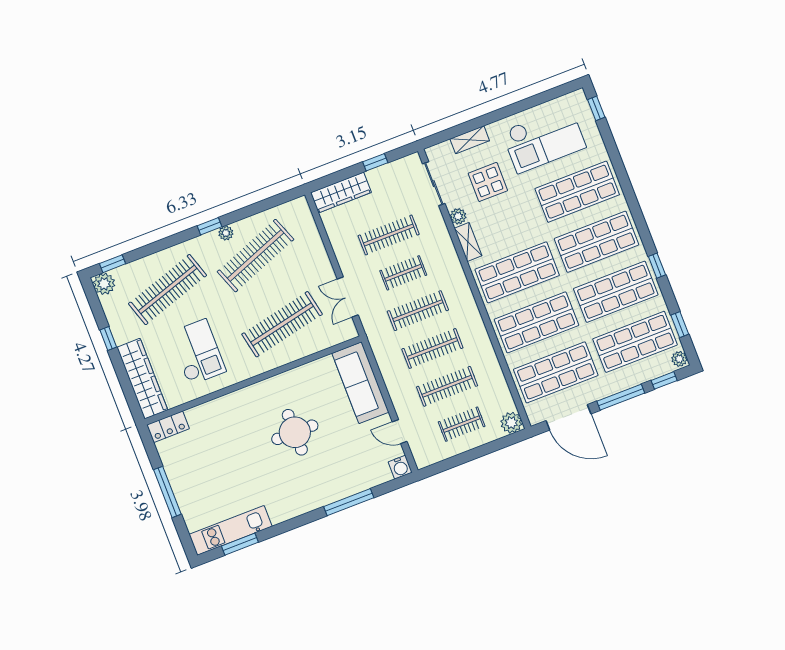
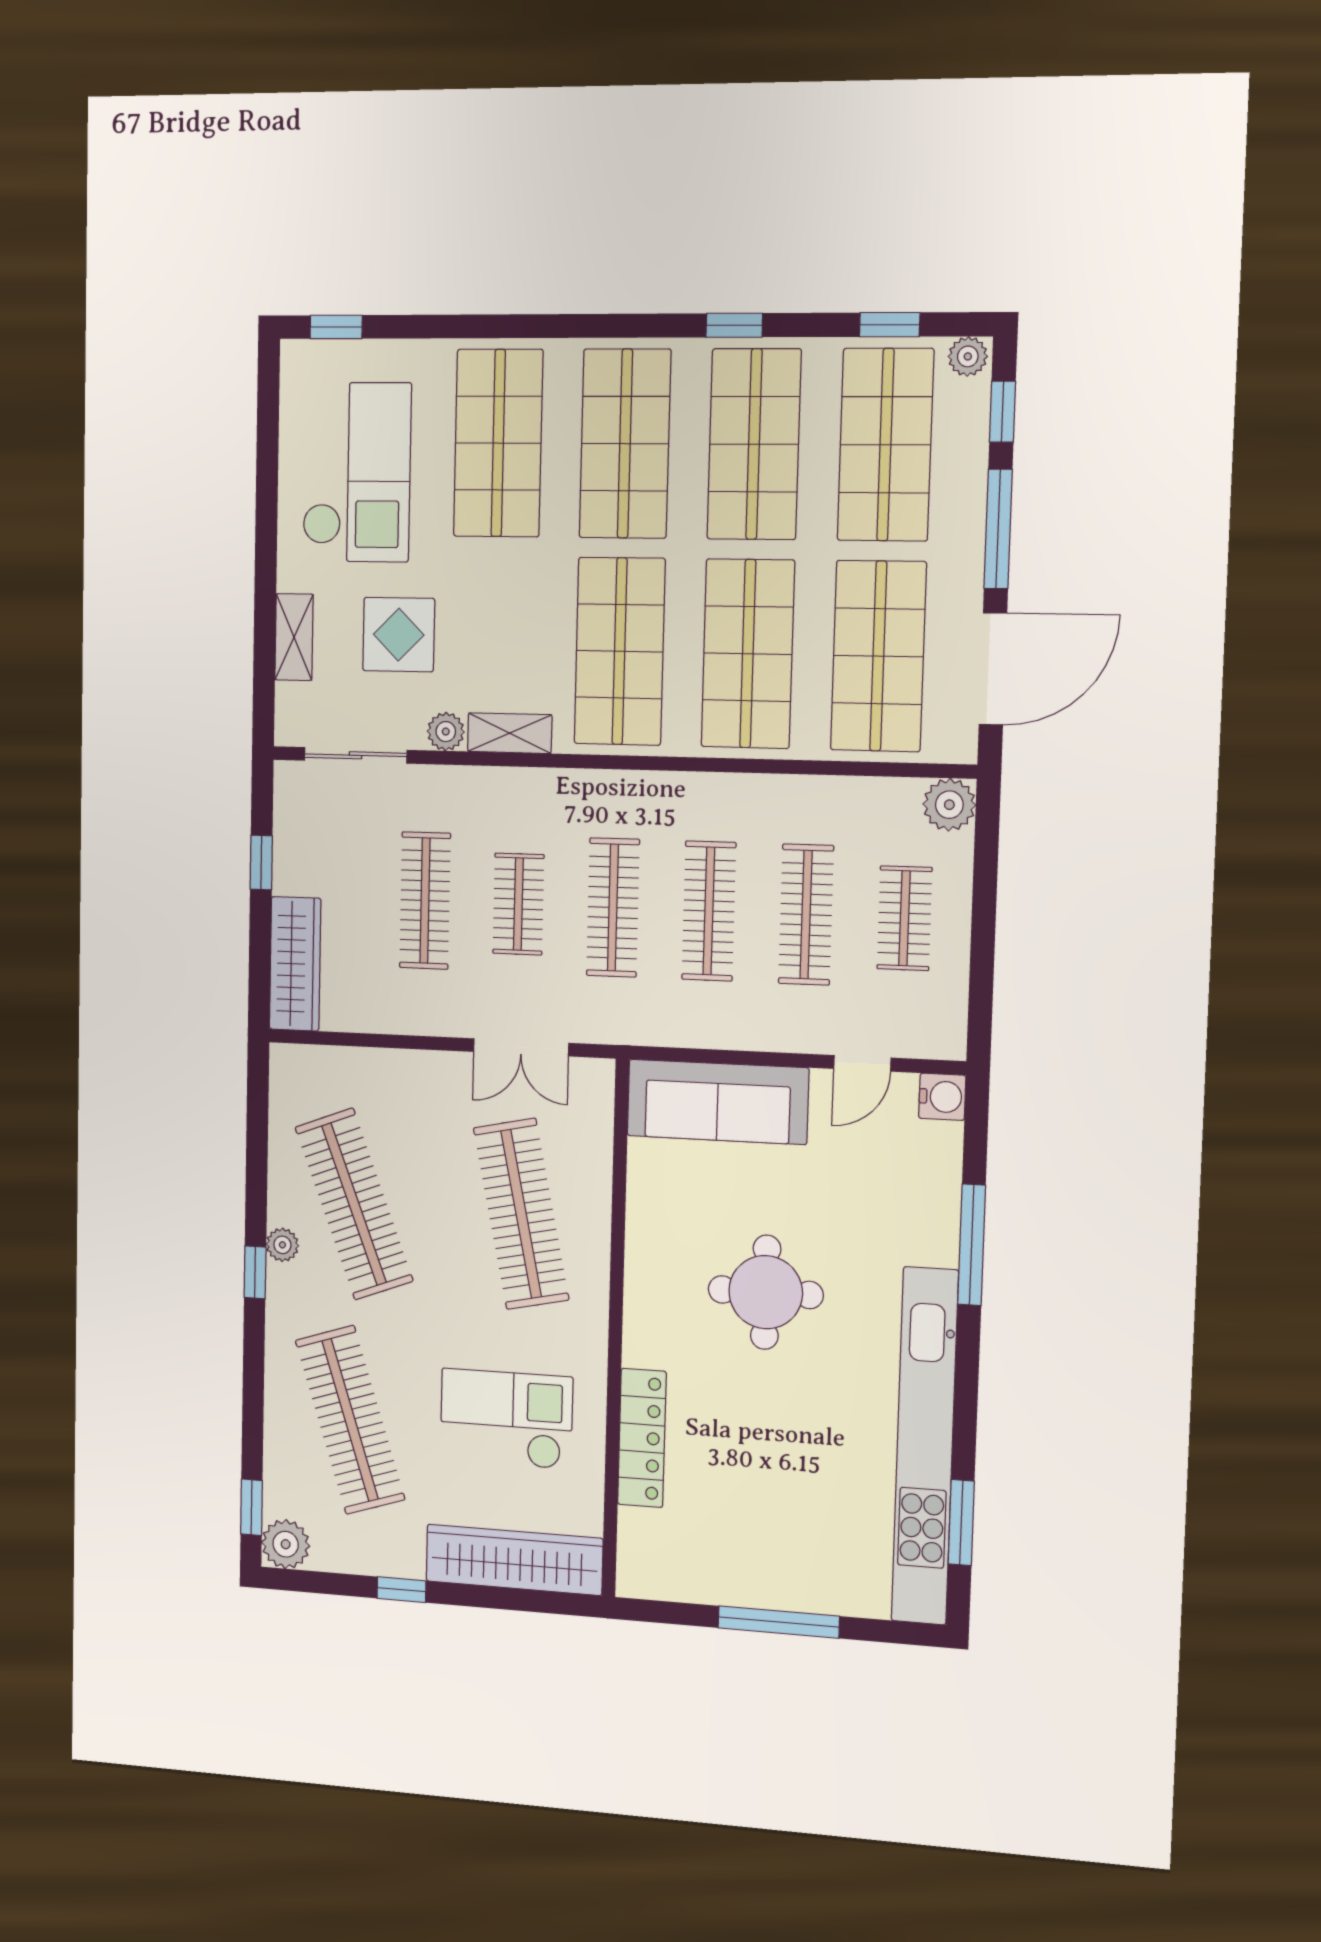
locker: (168, 427) -> (642, 1438), moved, width x1.53
kitchen unit: (231, 530) -> (925, 1446), width x1.86

